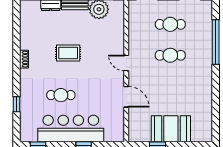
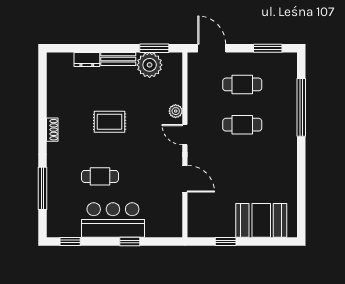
plant: (119, 45) -> (176, 111), added
window: (17, 104) -> (42, 188), width x2.17
bar counter: (71, 129) -> (113, 220), width x0.73
booth: (171, 129) -> (261, 220), moved

